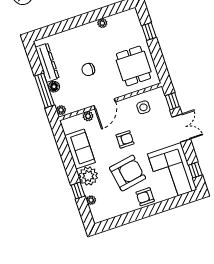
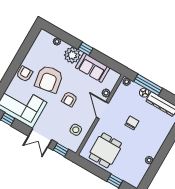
dining table: (134, 66) -> (105, 150), turned 90
window: (78, 191) -> (86, 49), moved

